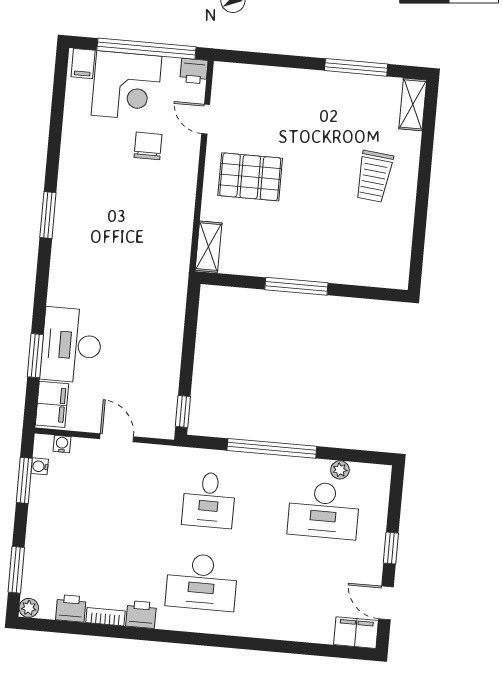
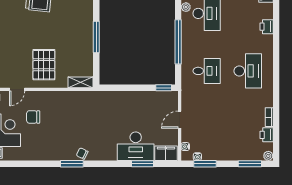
chair: (66, 237) -> (82, 154), added
printer: (141, 615) -> (267, 27), moved

